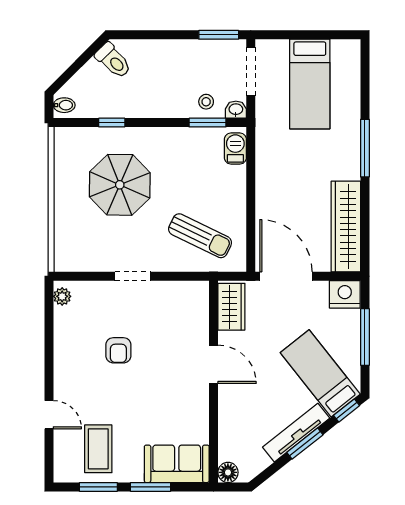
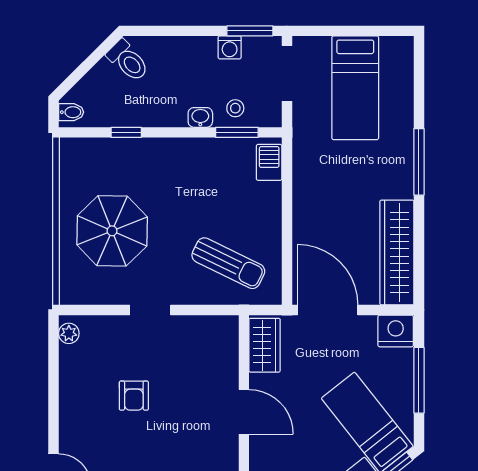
washing machine: (201, 49) -> (230, 47), added
washbasin: (236, 110) -> (200, 117), moved
parasol: (120, 185) -> (112, 231), moved

